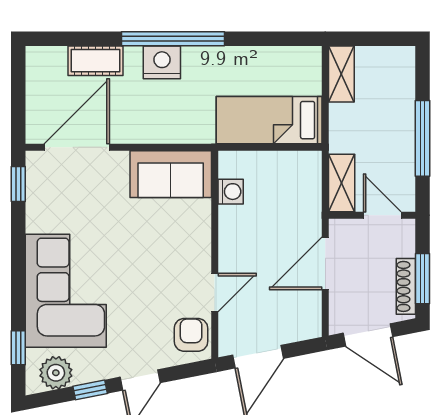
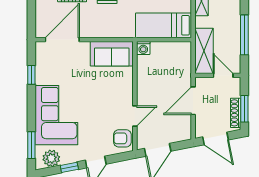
shelving: (342, 183) -> (204, 51), width x1.50, depth x1.33
window: (18, 184) -> (31, 75), moved
washing machine: (231, 192) -> (143, 48), moved, turned 90
armchair: (191, 335) -> (122, 138), turned -90
window: (18, 348) -> (31, 145), width x1.50

